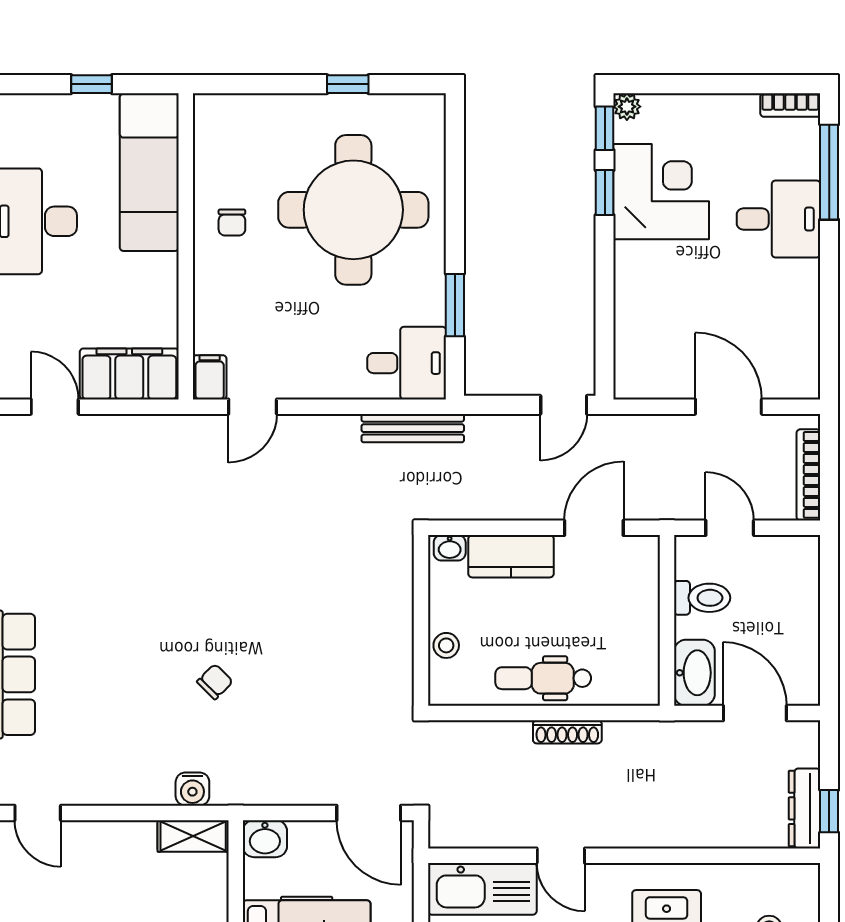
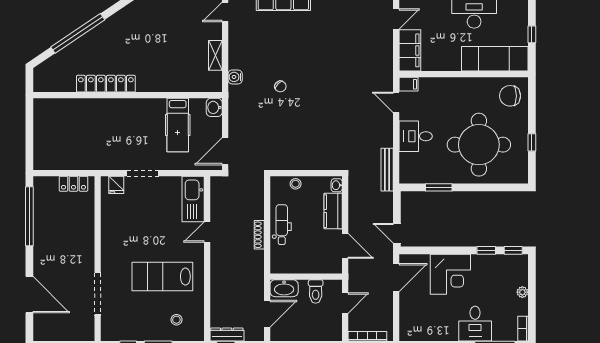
plant: (627, 107) -> (522, 292), moved
corner desk: (661, 192) -> (450, 274), moved
chair: (232, 223) -> (510, 96), moved, width x1.87, depth x1.87
desk: (407, 363) -> (416, 136), moved, turned 90
door: (728, 407) -> (396, 278), moved
shelving: (193, 836) -> (215, 55), moved

